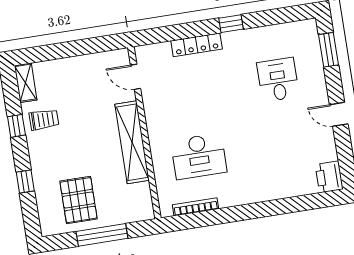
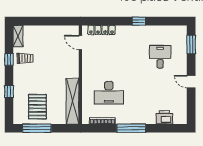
locker: (197, 45) -> (101, 30), moved
shelving: (132, 142) -> (73, 101), moved
printer: (329, 177) -> (164, 117), moved, turned 90
window: (248, 212) -> (131, 128), added
window: (102, 235) -> (37, 128), moved

